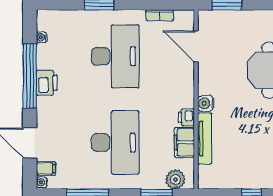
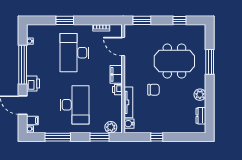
desk: (115, 56) -> (74, 53), turned 180
printer: (47, 83) -> (33, 83), moved
water cooler: (206, 103) -> (129, 124), moved
chair: (246, 118) -> (153, 90), added
filing cabinet: (184, 142) -> (116, 74), moved

